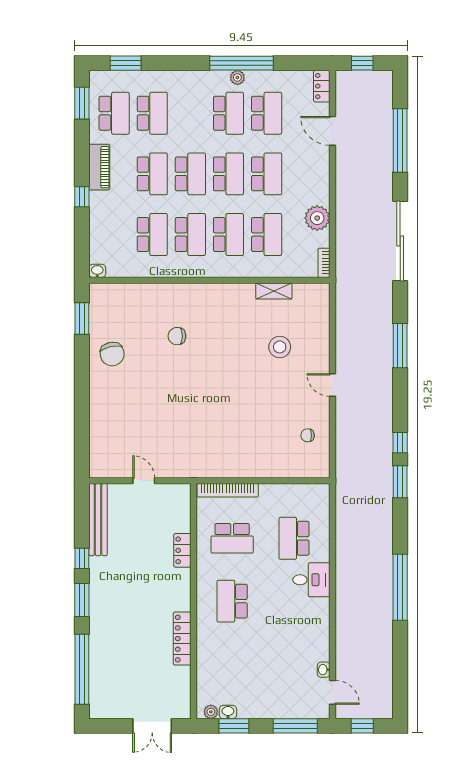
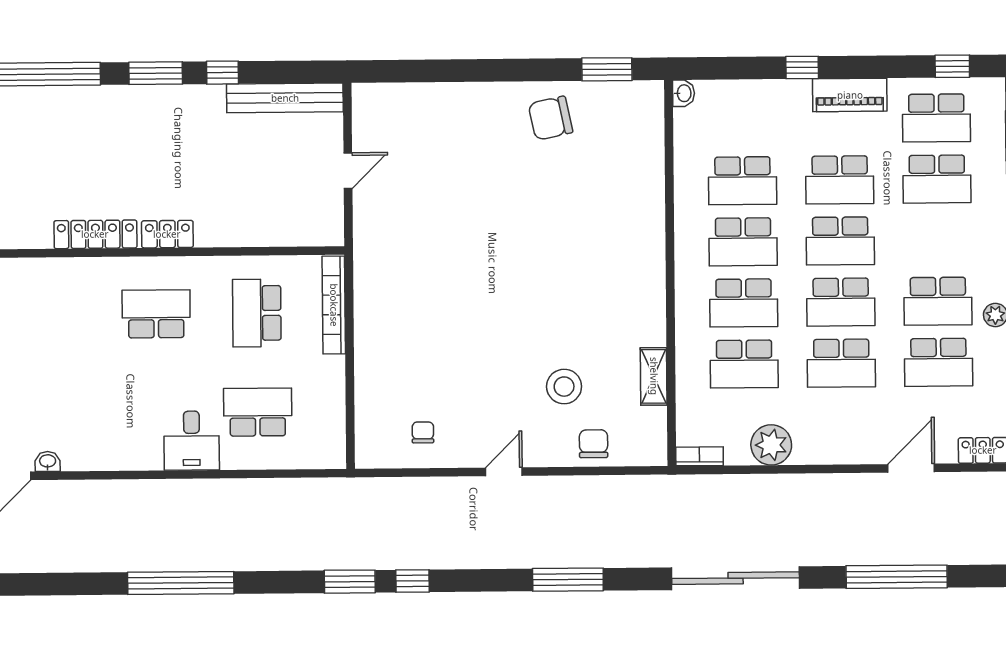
window: (82, 103) -> (952, 66), width x0.67
chair: (177, 336) -> (594, 444), moved
locker: (182, 550) -> (167, 234), moved

